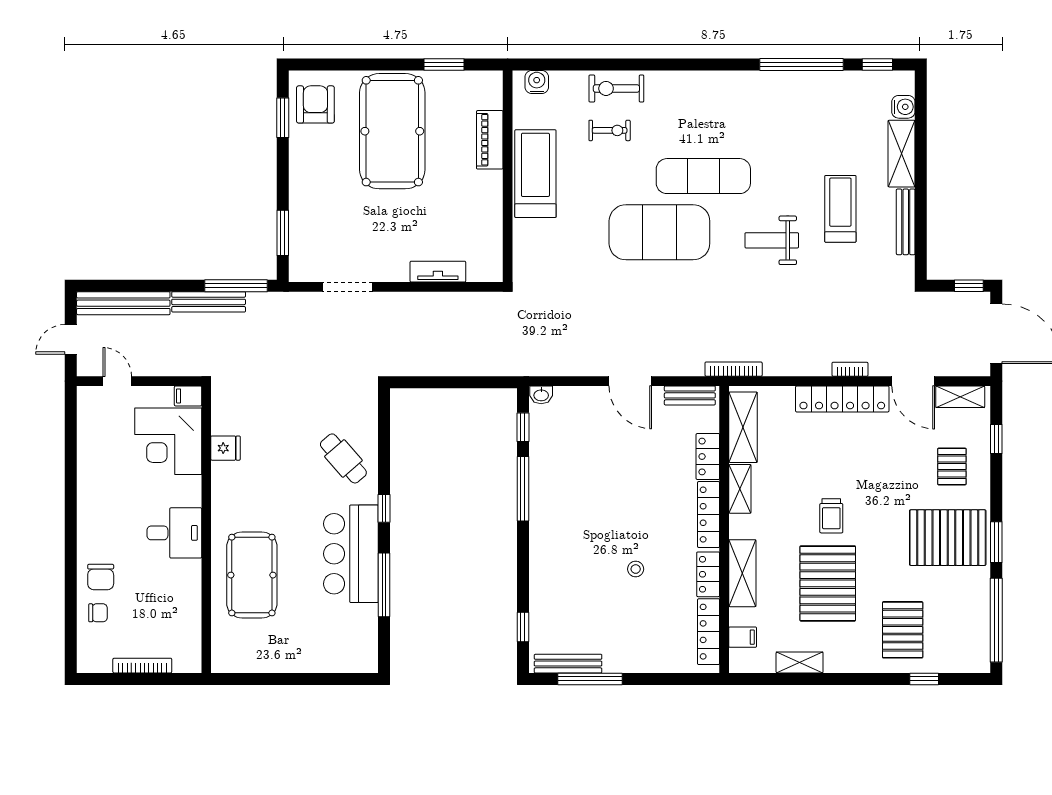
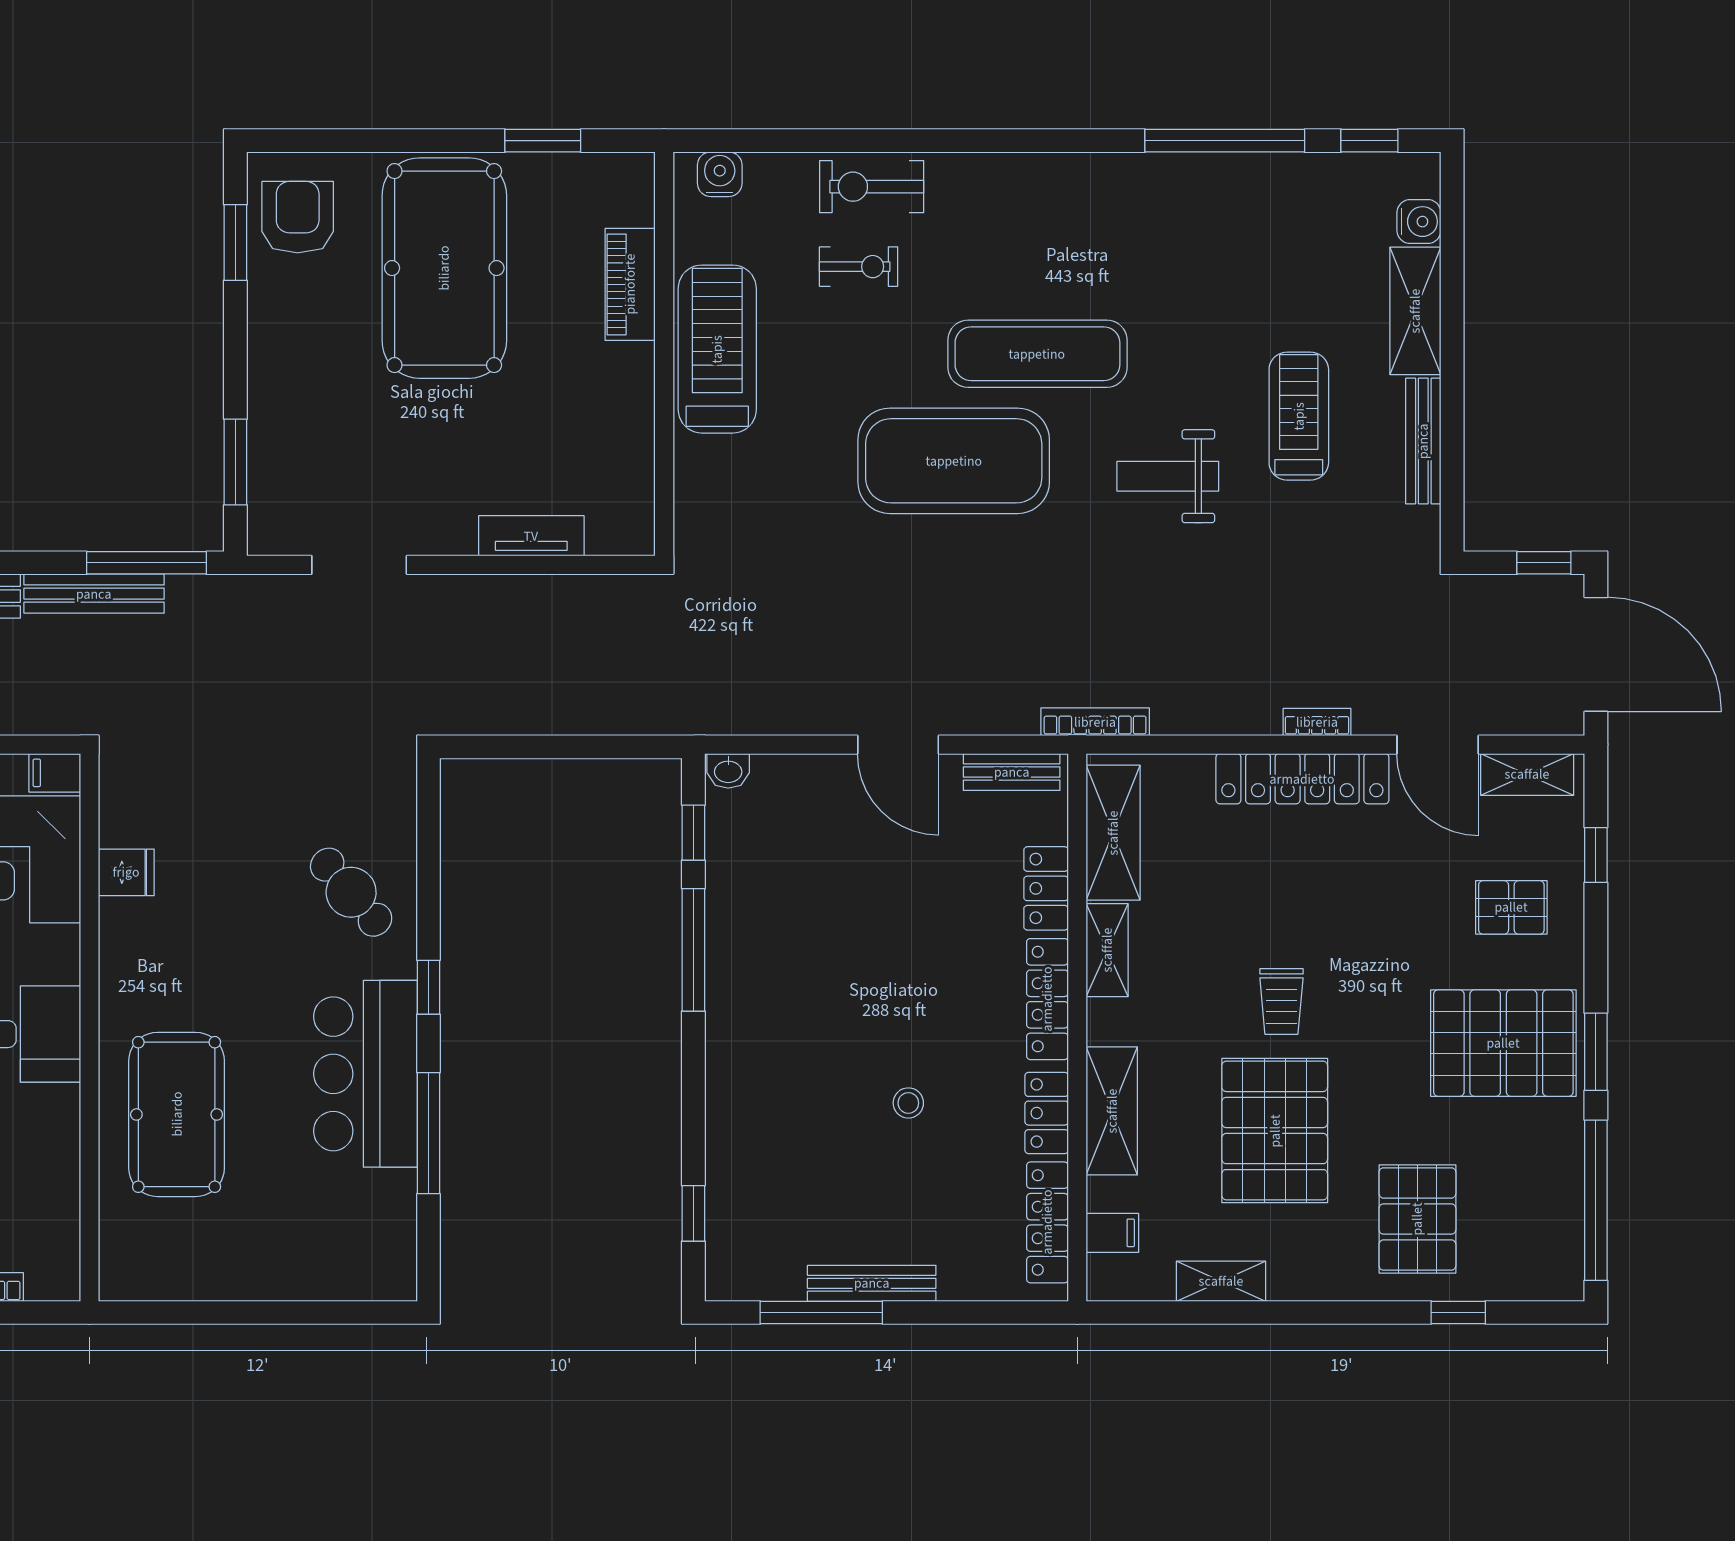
pallet: (952, 466) -> (1511, 907), turned 90
bench: (568, 664) -> (872, 1283), moved

